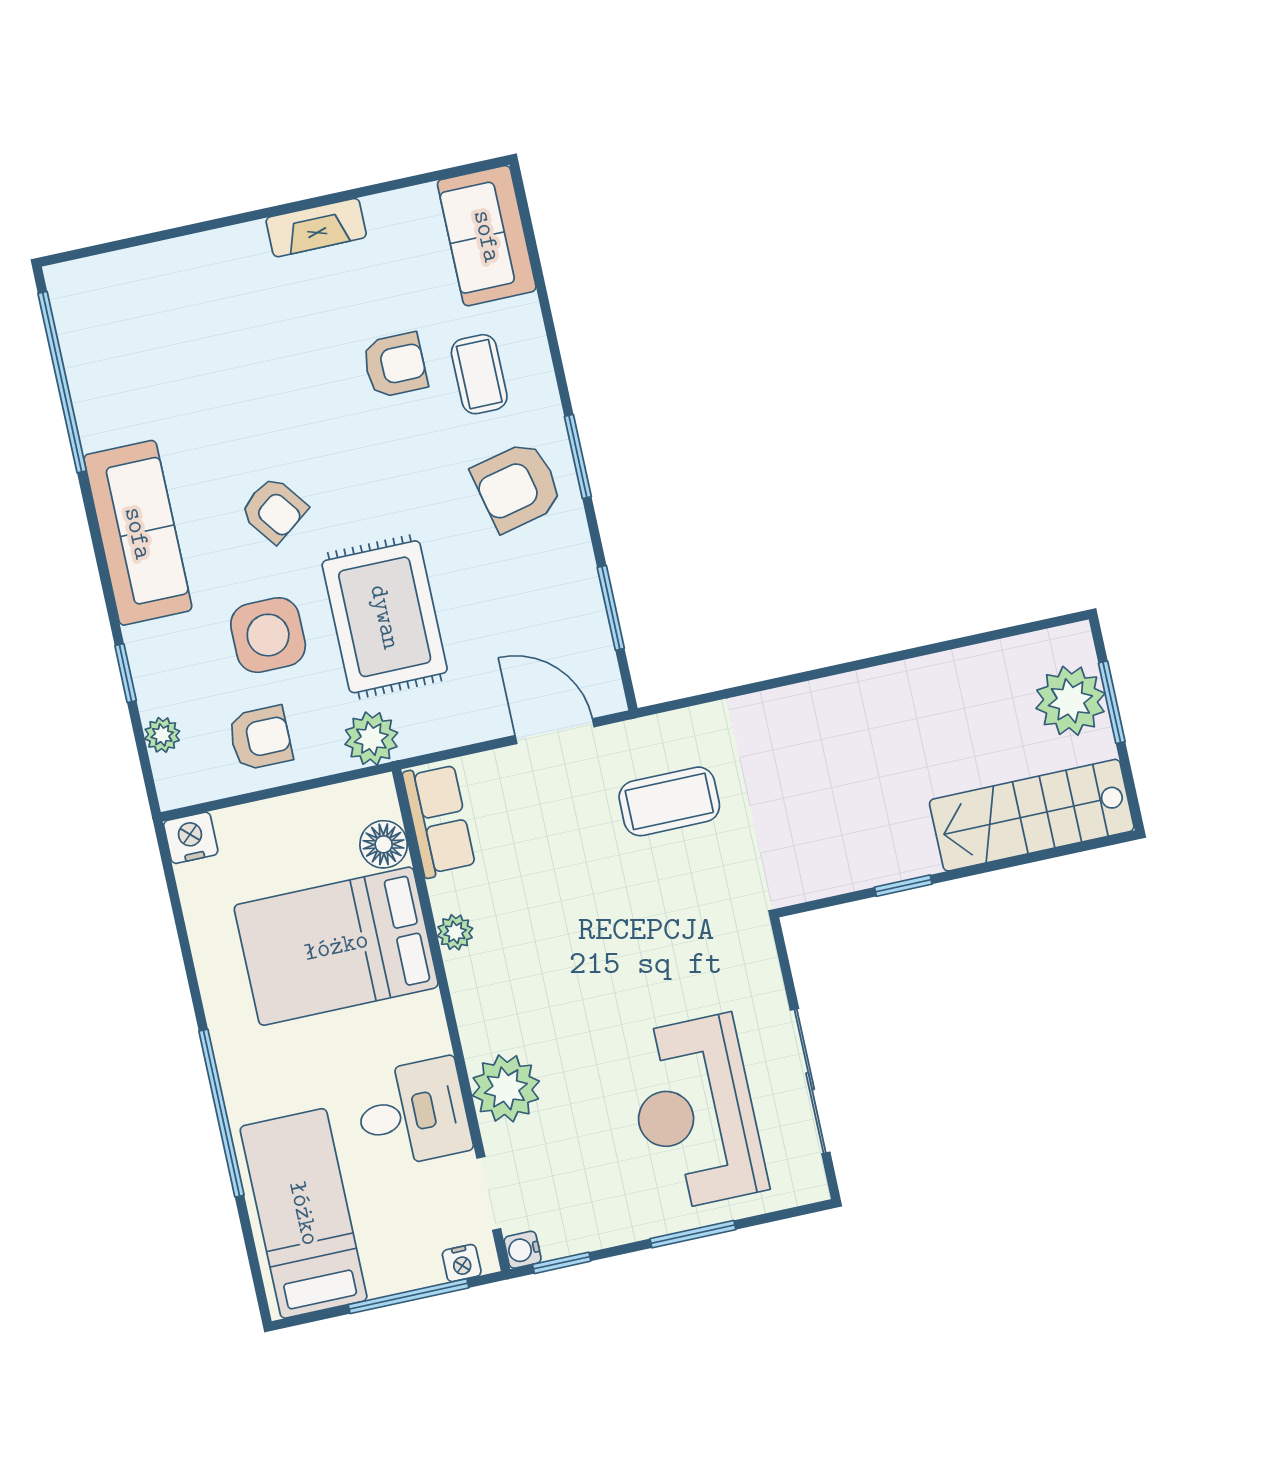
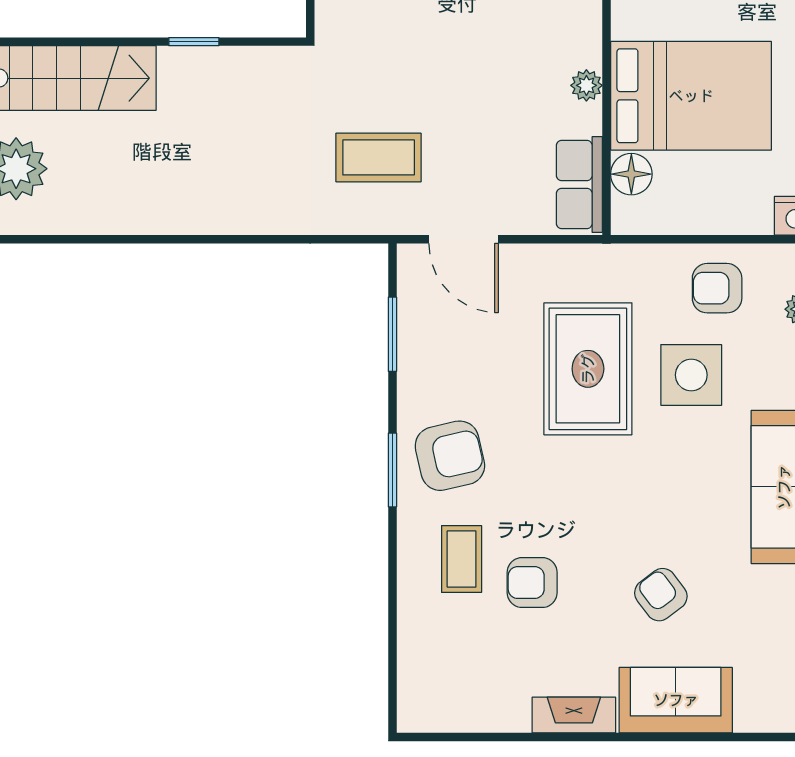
sofa: (487, 236) -> (676, 700), moved, turned -90
armchair: (274, 510) -> (661, 595), moved
plant: (371, 738) -> (622, 267), removed

